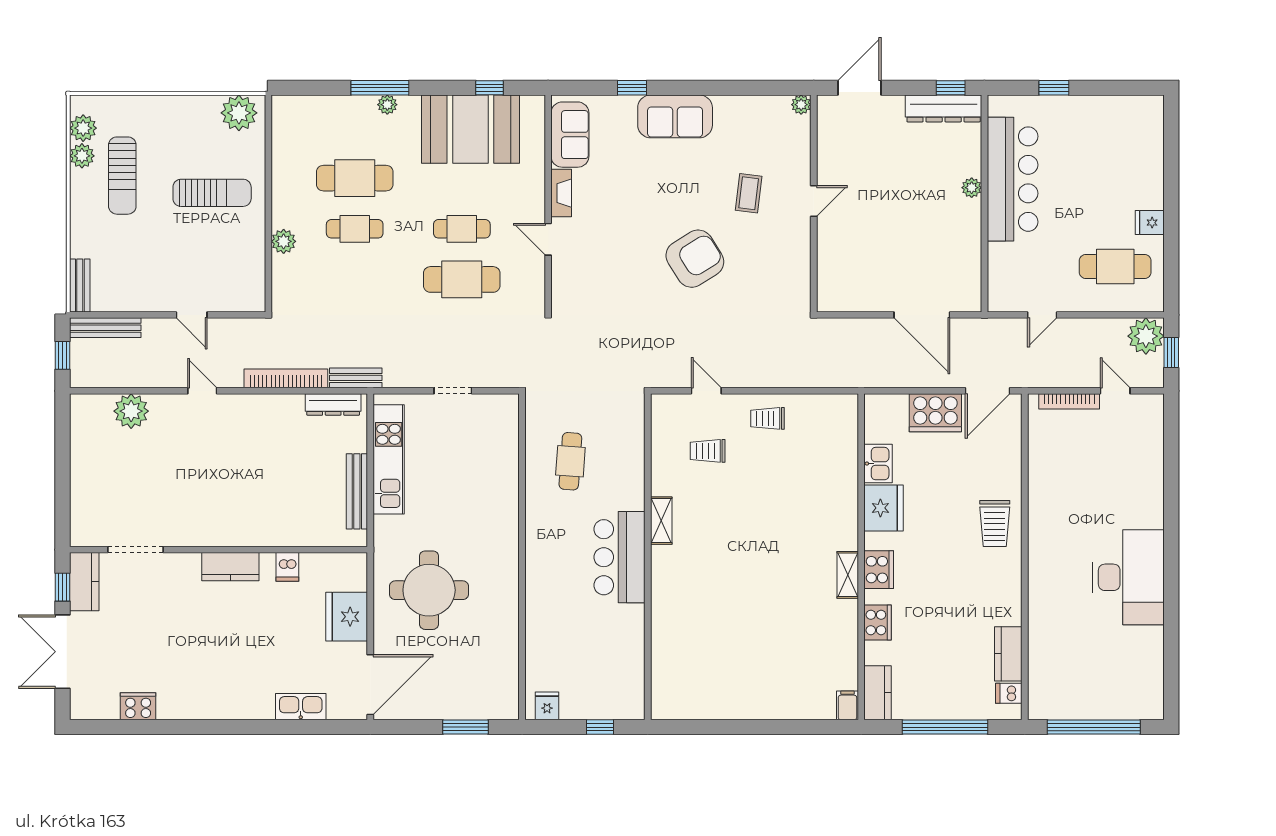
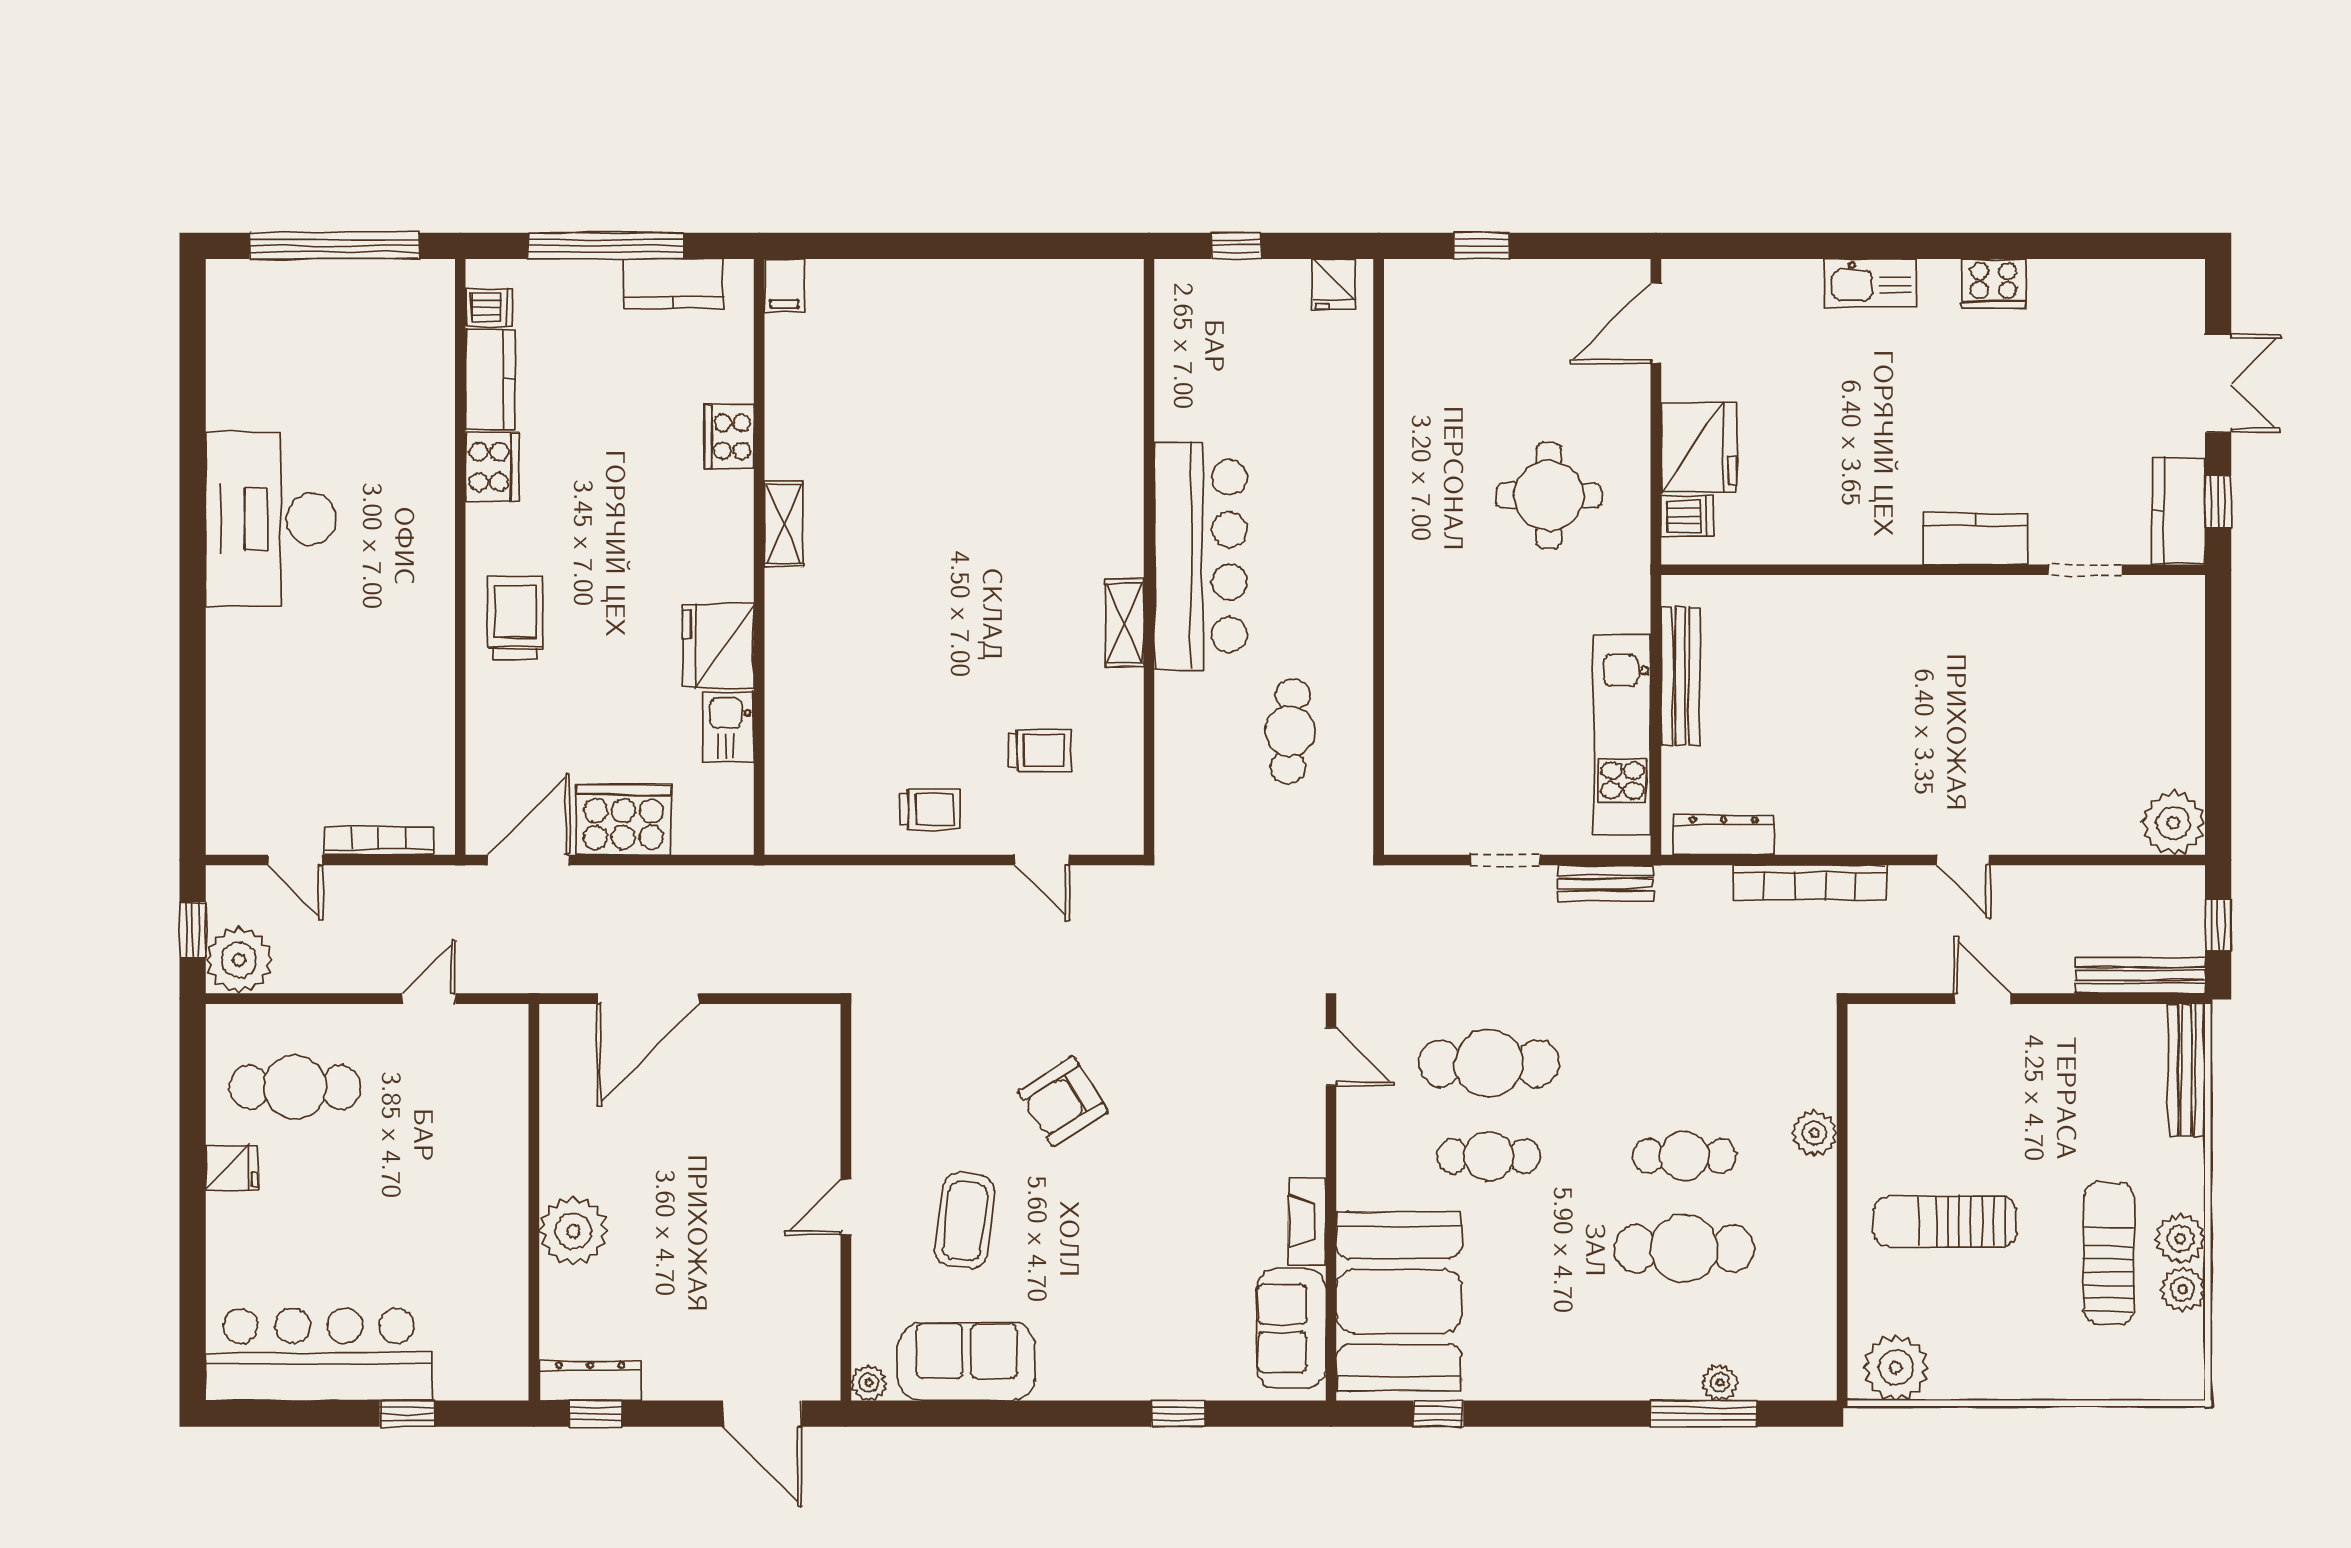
window: (380, 88) -> (1704, 1414), moved
door: (859, 88) -> (762, 1414), hinge flipped
plant: (387, 105) -> (1720, 1383), moved
dresser: (944, 108) -> (590, 1381), width x0.73, depth x0.80
sofa: (675, 116) -> (967, 1361), moved
plant: (83, 128) -> (2180, 1239), moved
booth: (470, 129) -> (1399, 1301), moved, turned 90
bar counter: (1013, 179) -> (319, 1355), moved, turned 90
plant: (972, 188) -> (573, 1231), width x1.88, depth x1.88
coffee table: (749, 193) -> (965, 1221), width x1.36, depth x1.30
door: (548, 239) -> (1331, 1056), moved
armchair: (695, 259) -> (1063, 1101), width x0.73, depth x0.73
bench: (80, 285) -> (2187, 1070), width x1.36
door: (922, 315) -> (648, 999), swing flipped
bench: (356, 378) -> (1606, 883), moved
plant: (131, 411) -> (2173, 823), moved
doorway: (135, 550) -> (2085, 570), width x0.73
bar counter: (619, 557) -> (1201, 556), width x1.36
kitchen counter: (230, 567) -> (1976, 539), moved
dishwasher: (287, 567) -> (1687, 516), moved, turned 90
cooker: (879, 570) -> (492, 467), moved, turned 180
round table: (429, 590) -> (1549, 496), width x0.73, depth x0.73
double door: (63, 652) -> (2218, 383), width x0.73
door: (370, 685) -> (1656, 323), width x0.73
kitchen counter: (878, 693) -> (673, 284), moved, turned -90
cooker: (138, 706) -> (1993, 284), moved
kitchen sink: (301, 707) -> (1870, 283), moved
window: (466, 727) -> (1482, 246), width x0.67

